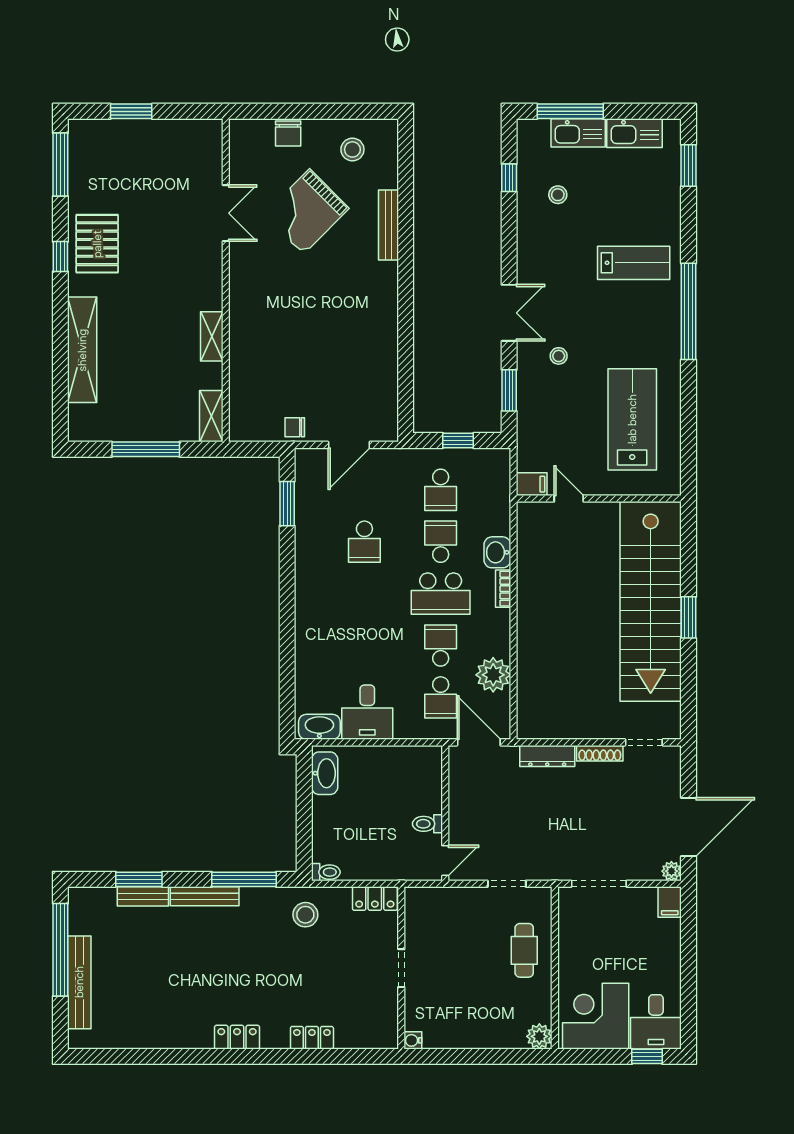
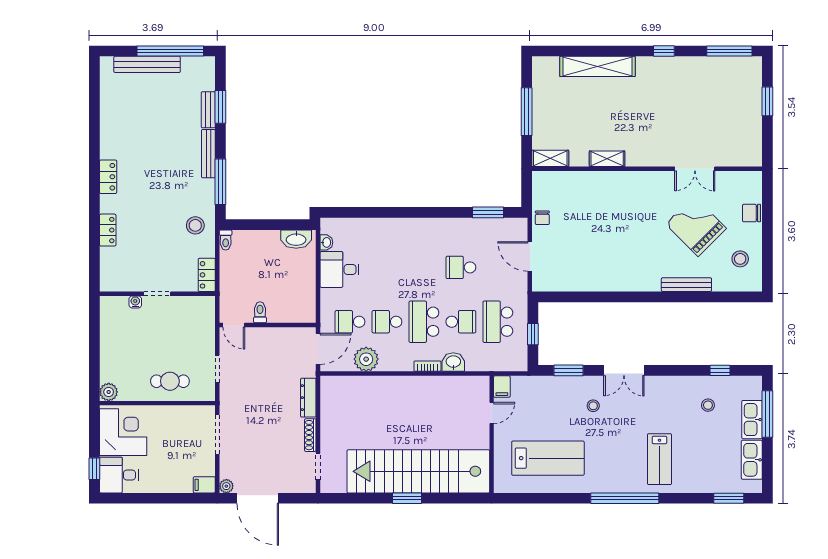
pallet: (97, 244) -> (673, 77), removed
chair: (295, 427) -> (542, 218), turned 180
school desk: (441, 490) -> (498, 322), width x1.85
school desk: (441, 646) -> (387, 322), turned 180
washbasin: (319, 727) -> (326, 242), width x0.52, depth x0.69
water cooler: (413, 1040) -> (135, 302), moved

